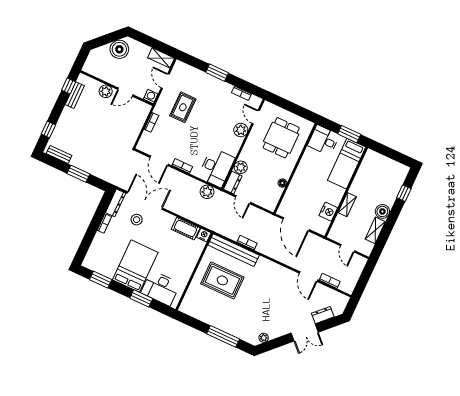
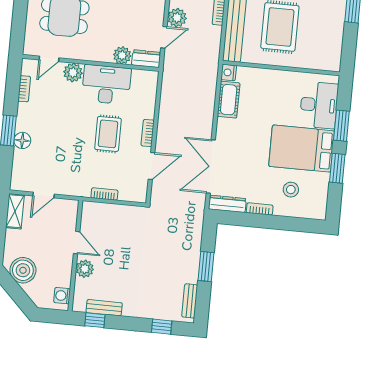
floor lamp: (207, 80) -> (22, 140), added
washing machine: (151, 96) -> (62, 296), moved
rug: (183, 107) -> (108, 134), moved, turned 90
desk: (216, 168) -> (106, 85), moved
plant: (207, 192) -> (177, 18), moved
stool: (137, 220) -> (291, 190), moved
window: (101, 280) -> (337, 168), moved

